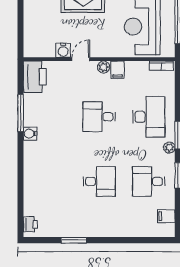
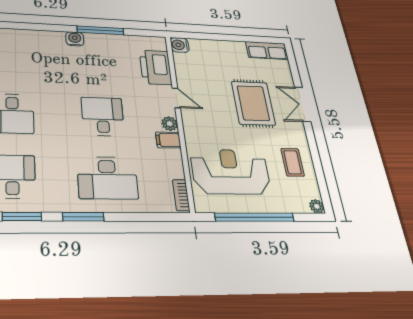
water cooler: (63, 50) -> (180, 45), moved
printer: (35, 77) -> (156, 67), moved, turned 90
plant: (169, 148) -> (64, 205), removed

